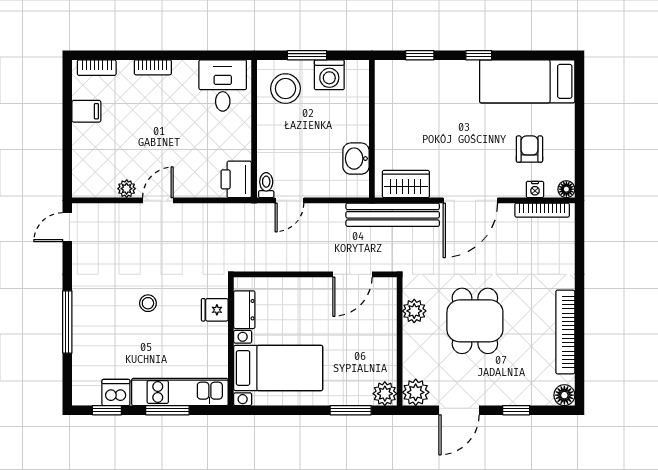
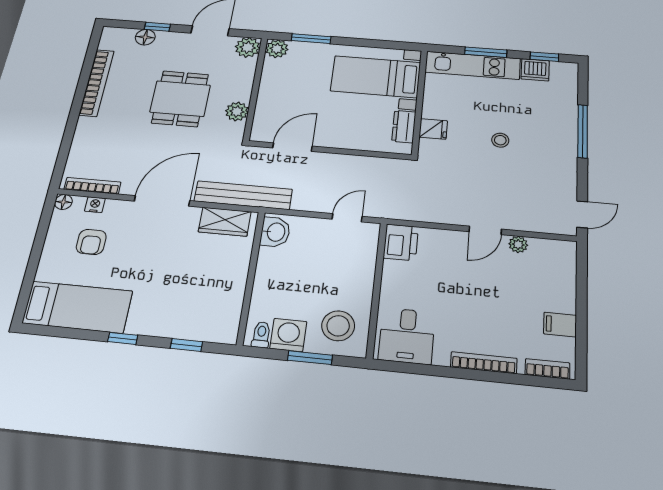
bookcase: (153, 67) -> (484, 363), width x1.56
washbasin: (356, 159) -> (275, 232), moved
toilet: (266, 185) -> (261, 335), moved, turned 180
floor lamp: (564, 395) -> (145, 37), moved

